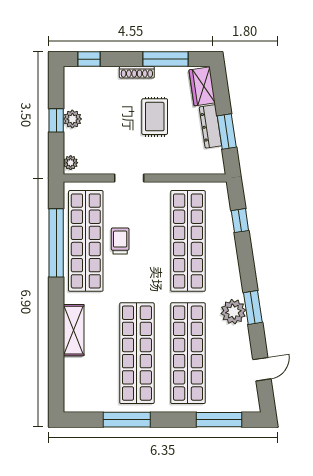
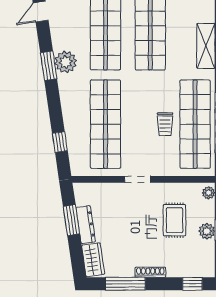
rug: (155, 117) -> (174, 220), moved
doorway: (129, 178) -> (138, 179), moved

